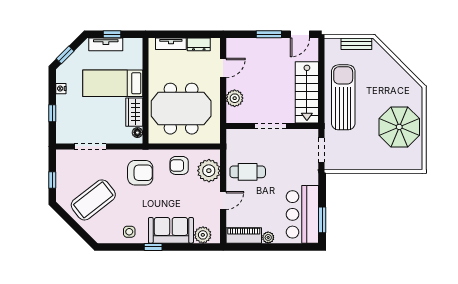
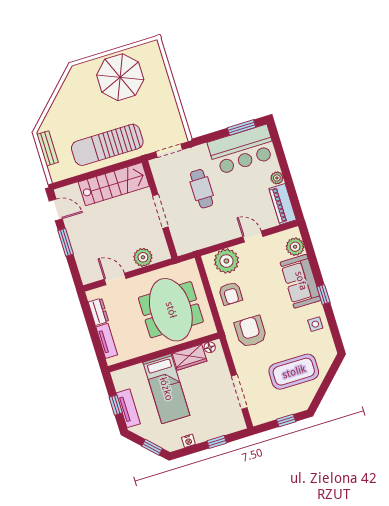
cafe table: (248, 172) -> (202, 189), moved
coffee table: (93, 200) -> (294, 372), turned -52

